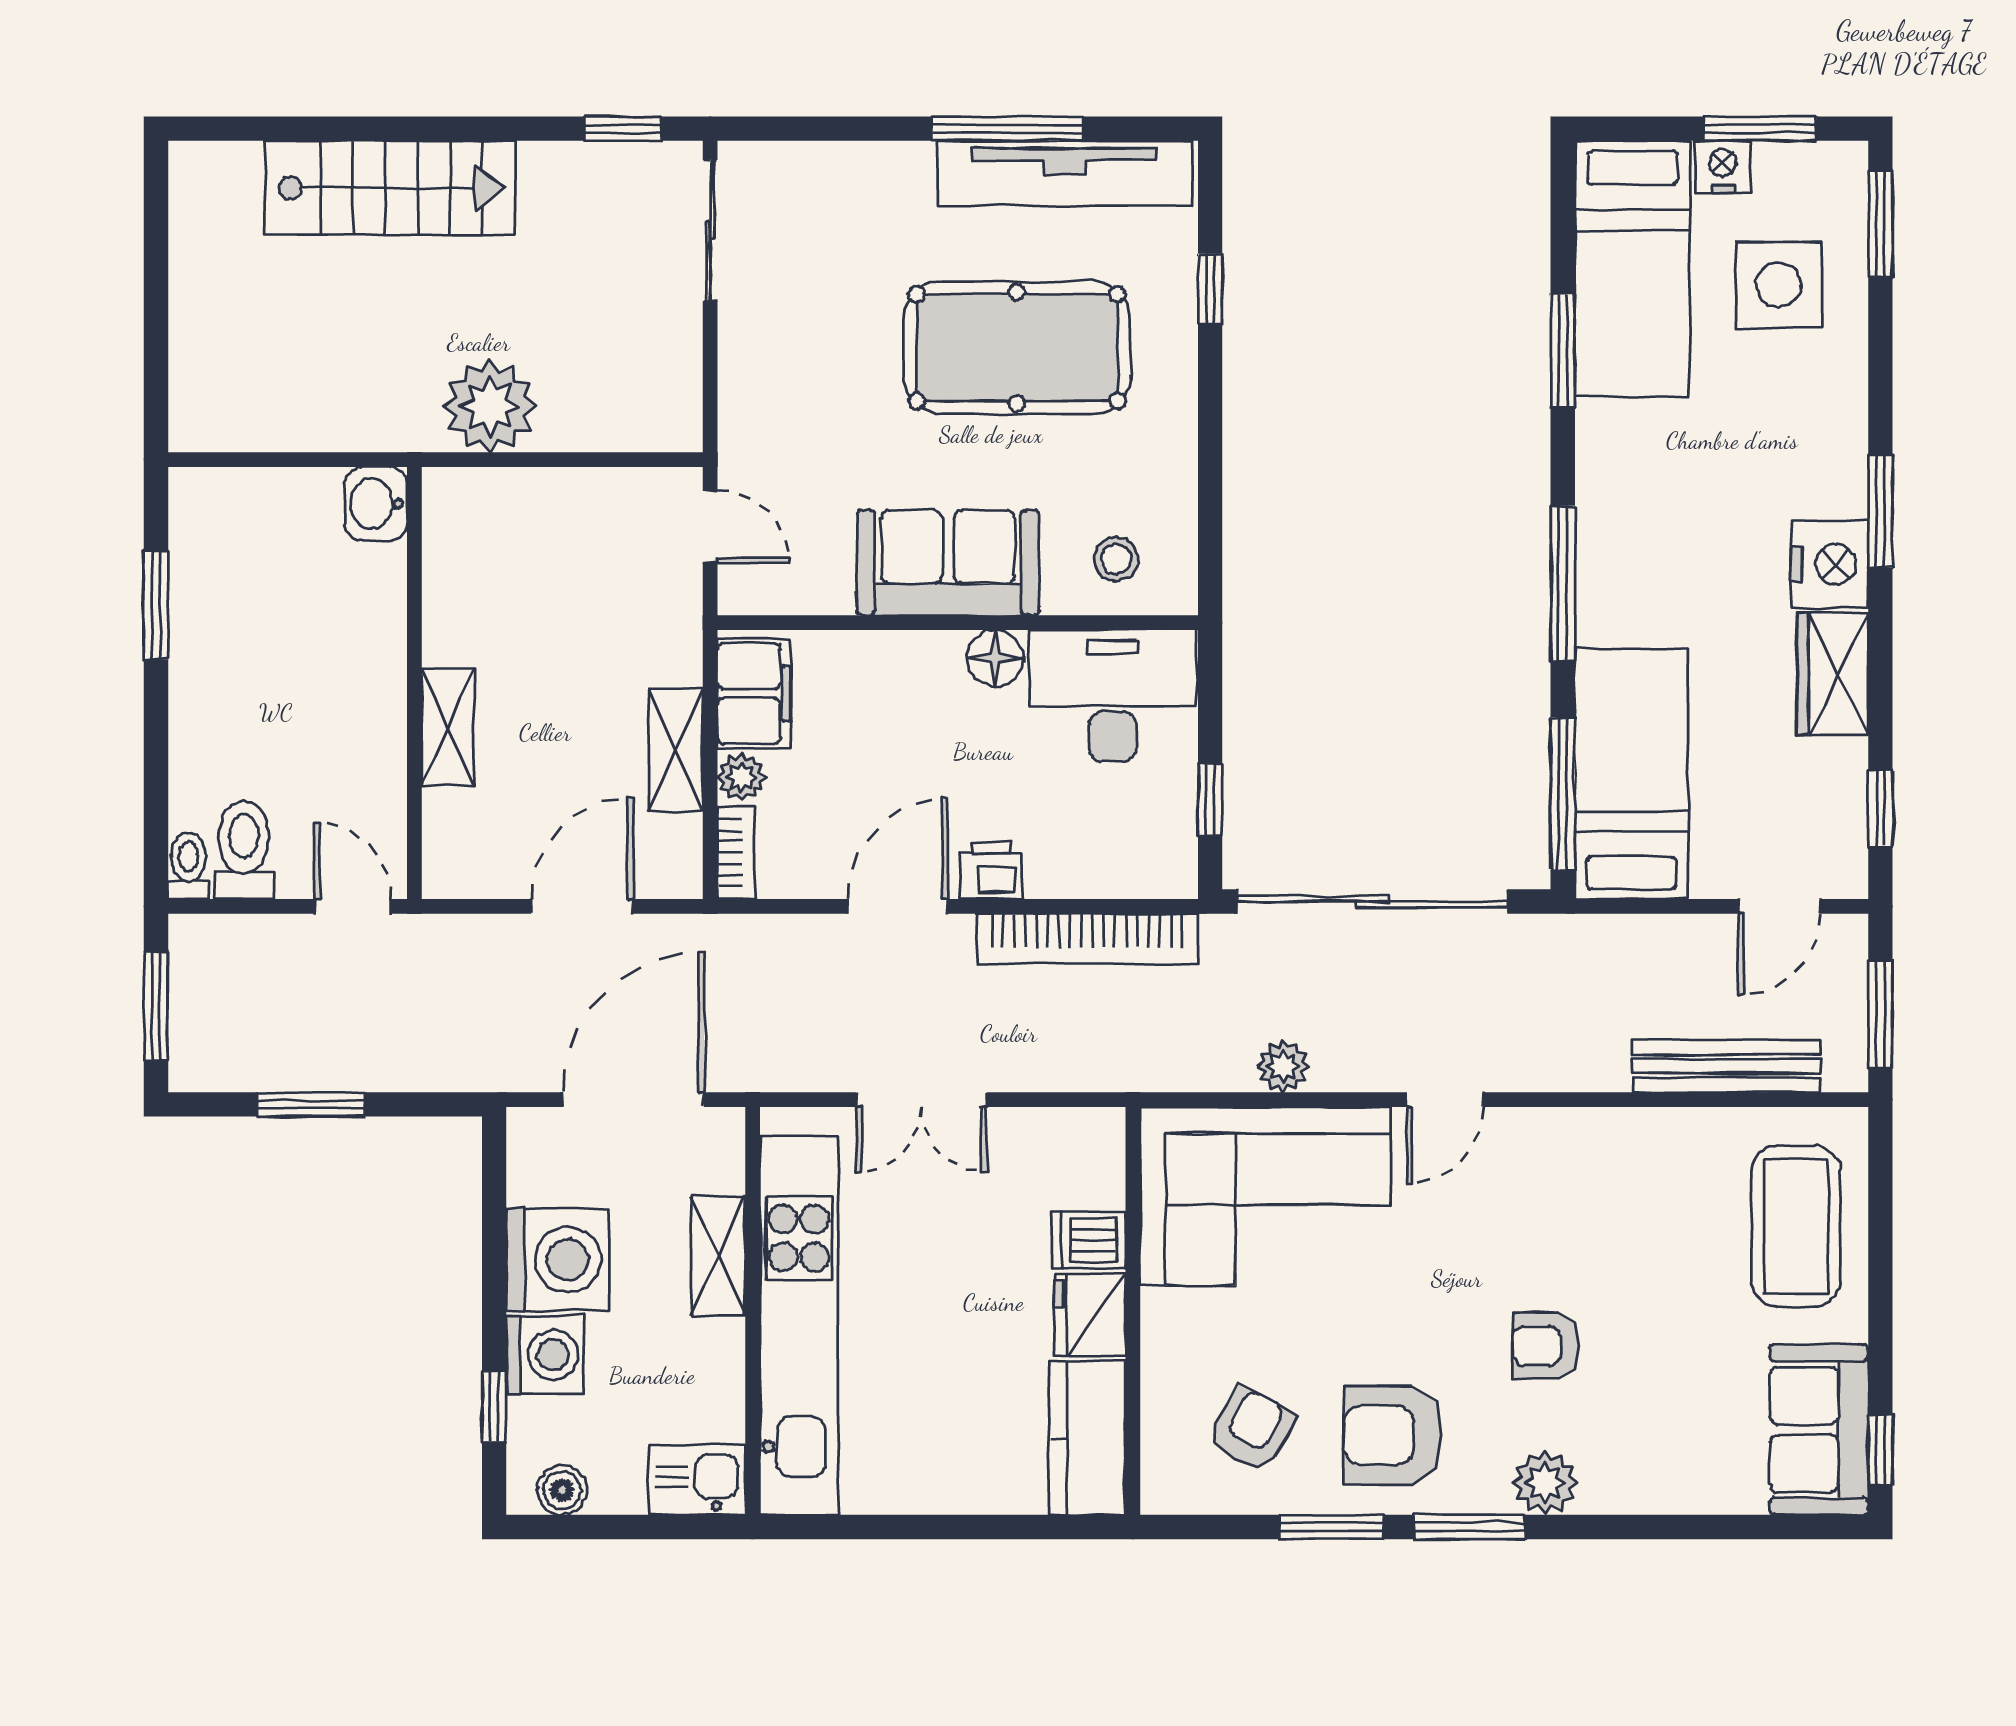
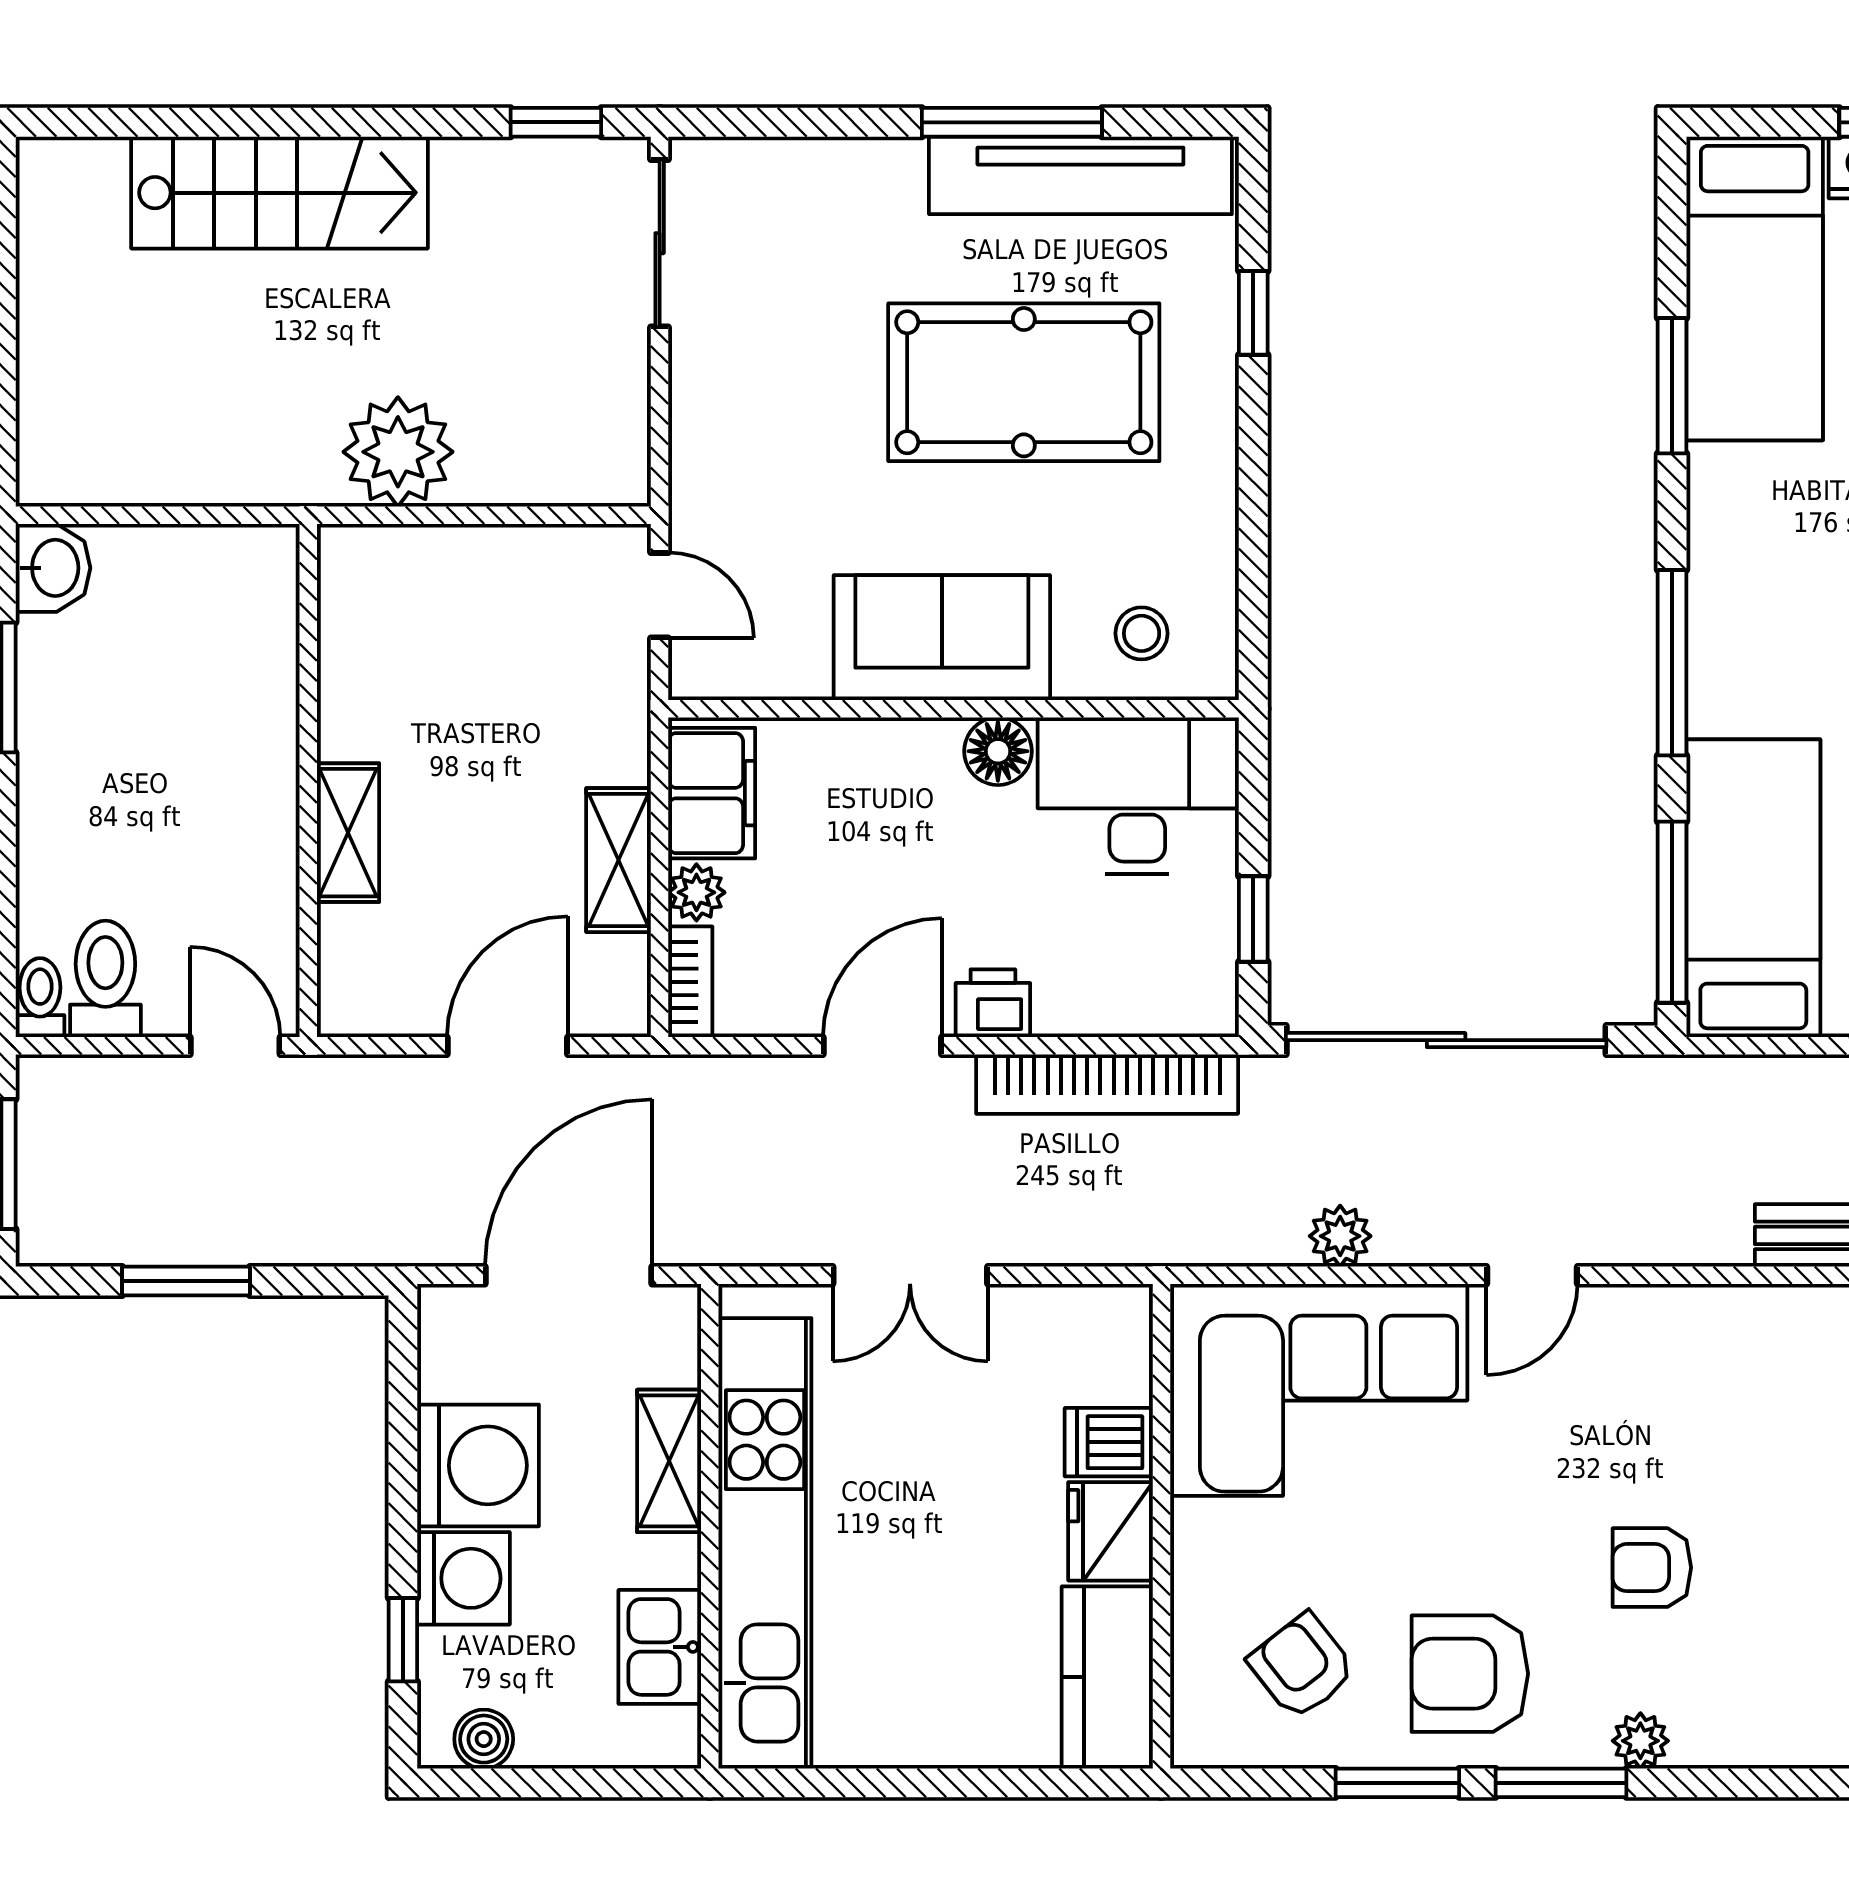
washbasin: (376, 504) -> (53, 568), moved, turned 180
armchair: (1251, 1429) -> (1302, 1666), turned -67
kitchen sink: (697, 1480) -> (660, 1647), moved, turned -90
plant: (1545, 1483) -> (1640, 1741), width x0.73, depth x0.73

